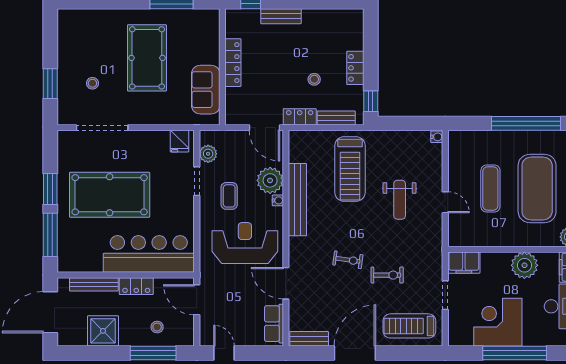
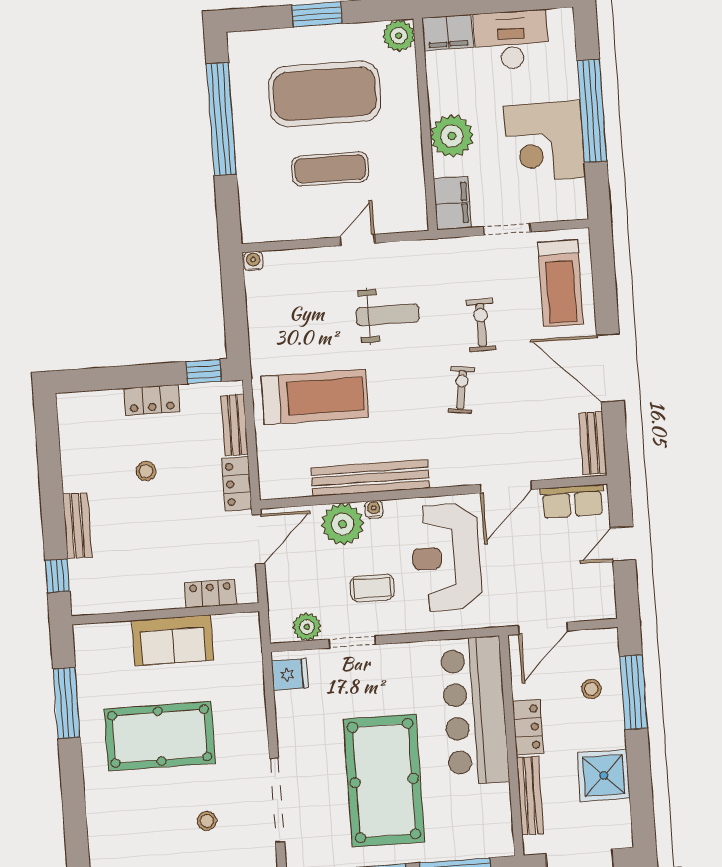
locker: (233, 63) -> (210, 594), moved, width x0.66
stool: (314, 79) -> (146, 471), moved
sofa: (206, 90) -> (173, 640), moved
weight bench: (400, 200) -> (388, 315), moved
plant: (524, 265) -> (452, 136), moved
door: (224, 353) -> (623, 544), moved

